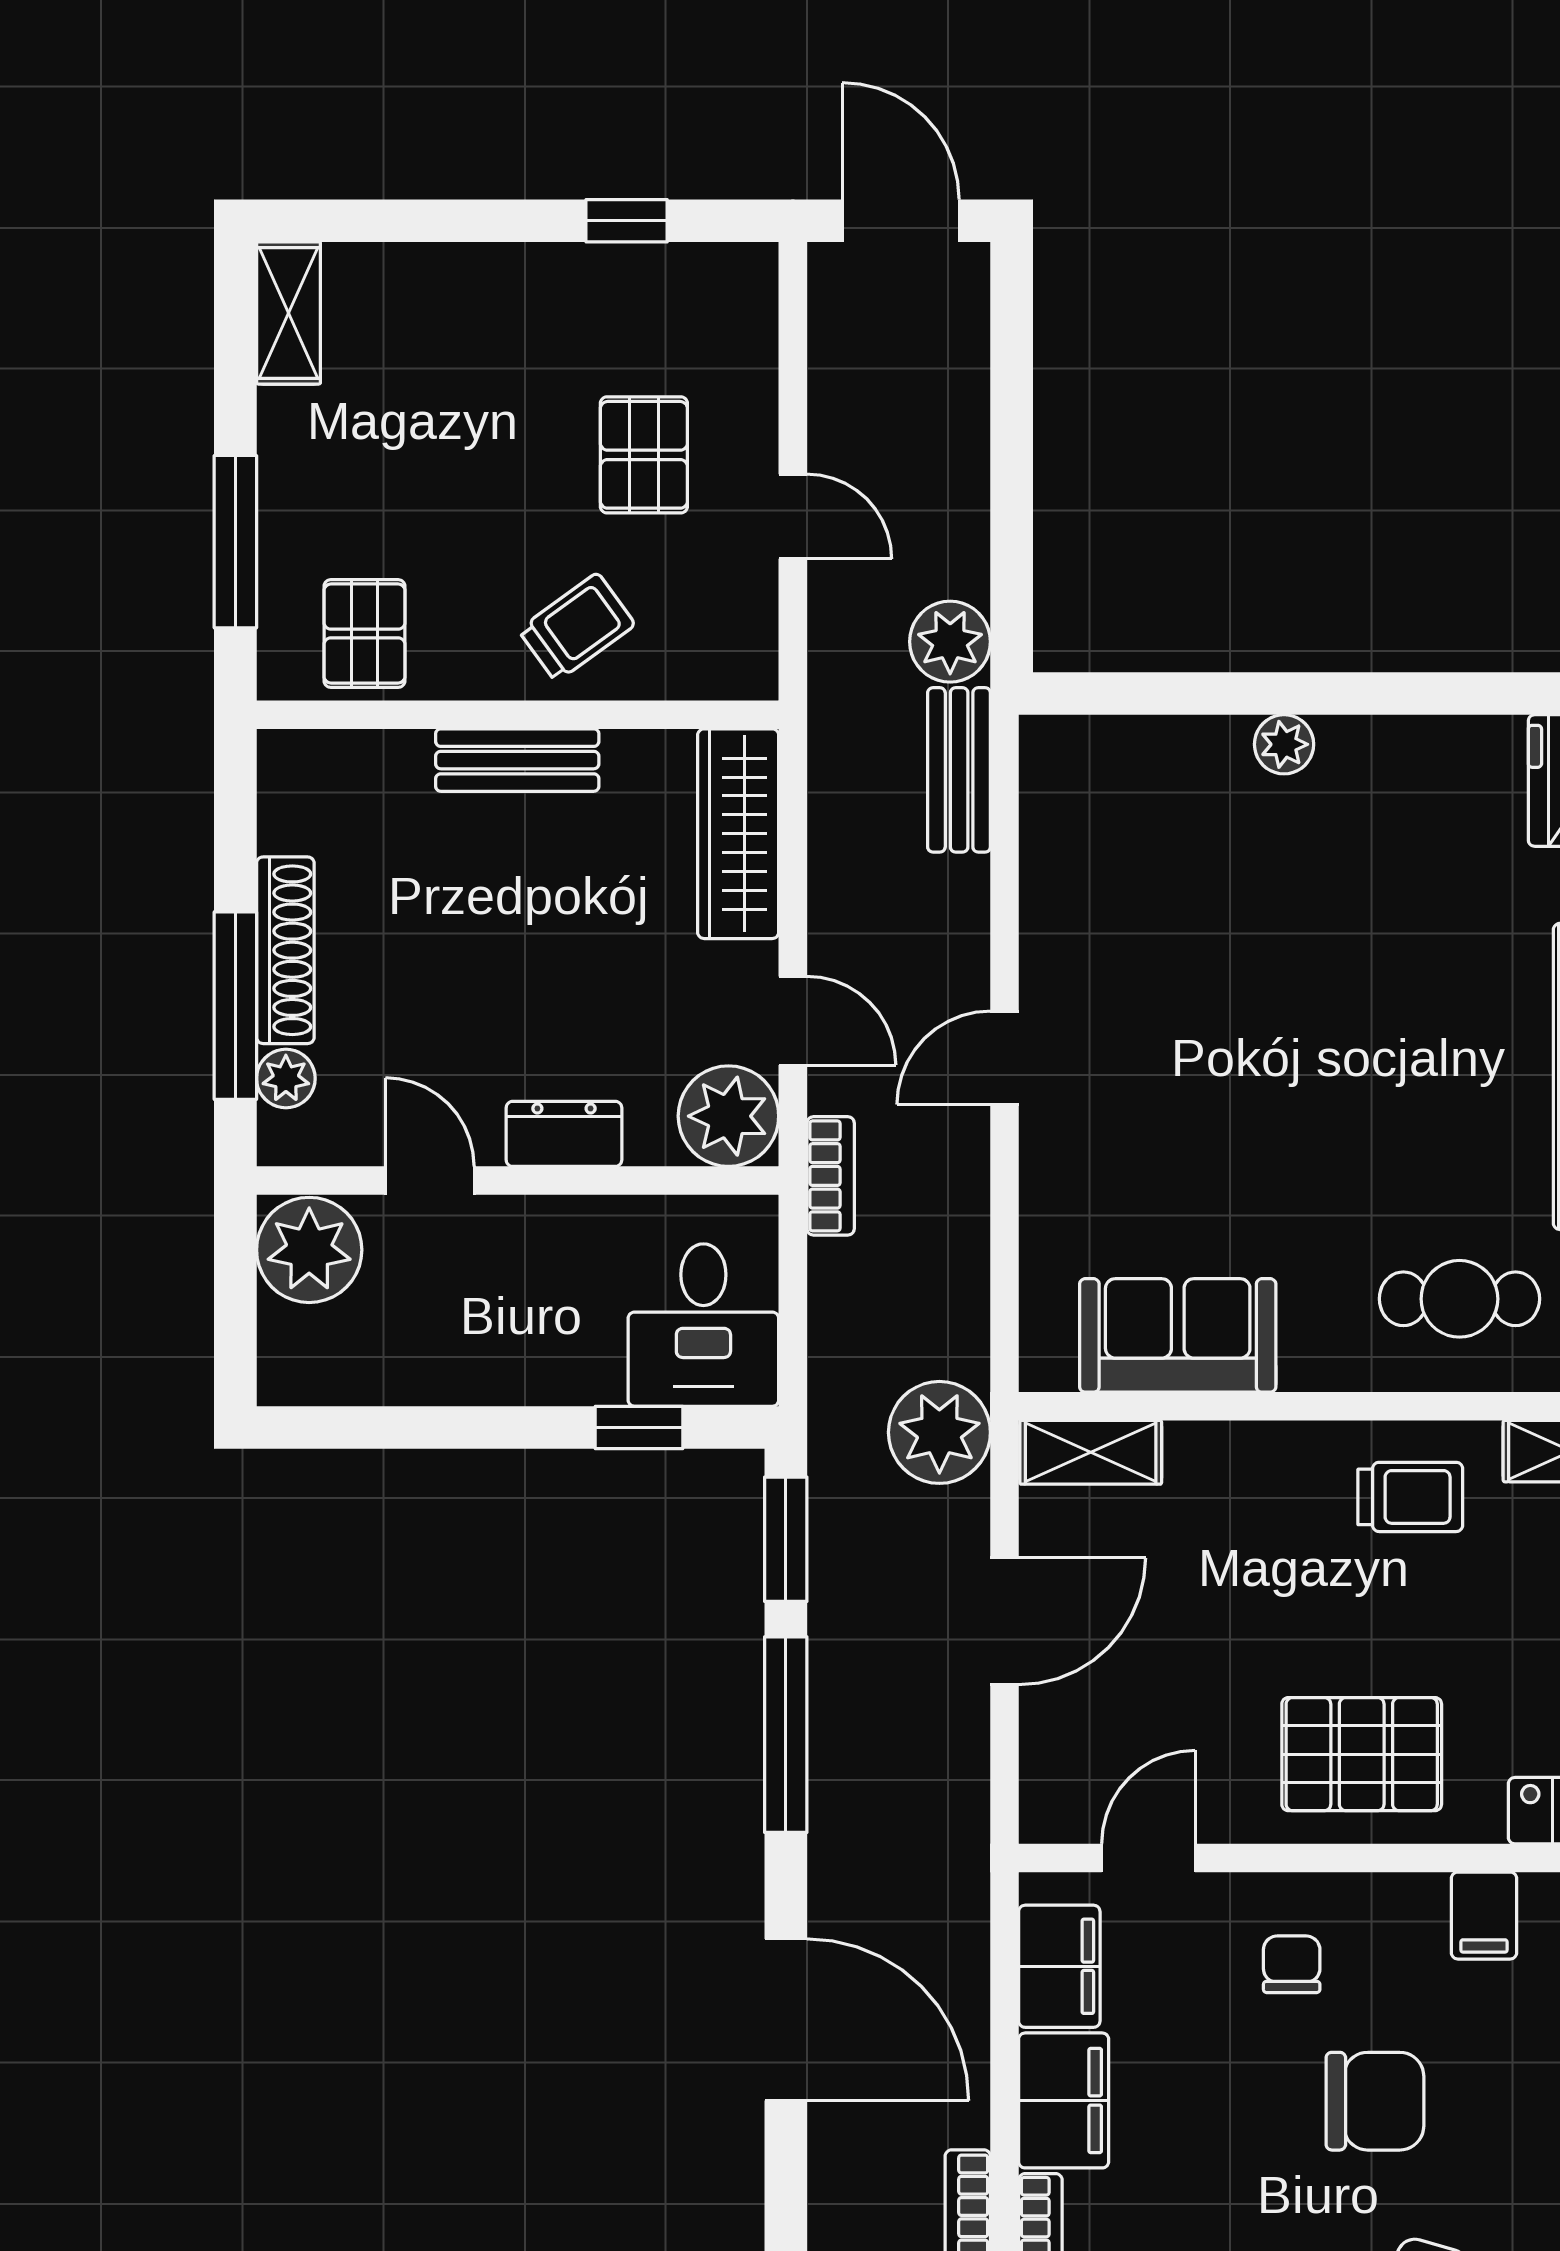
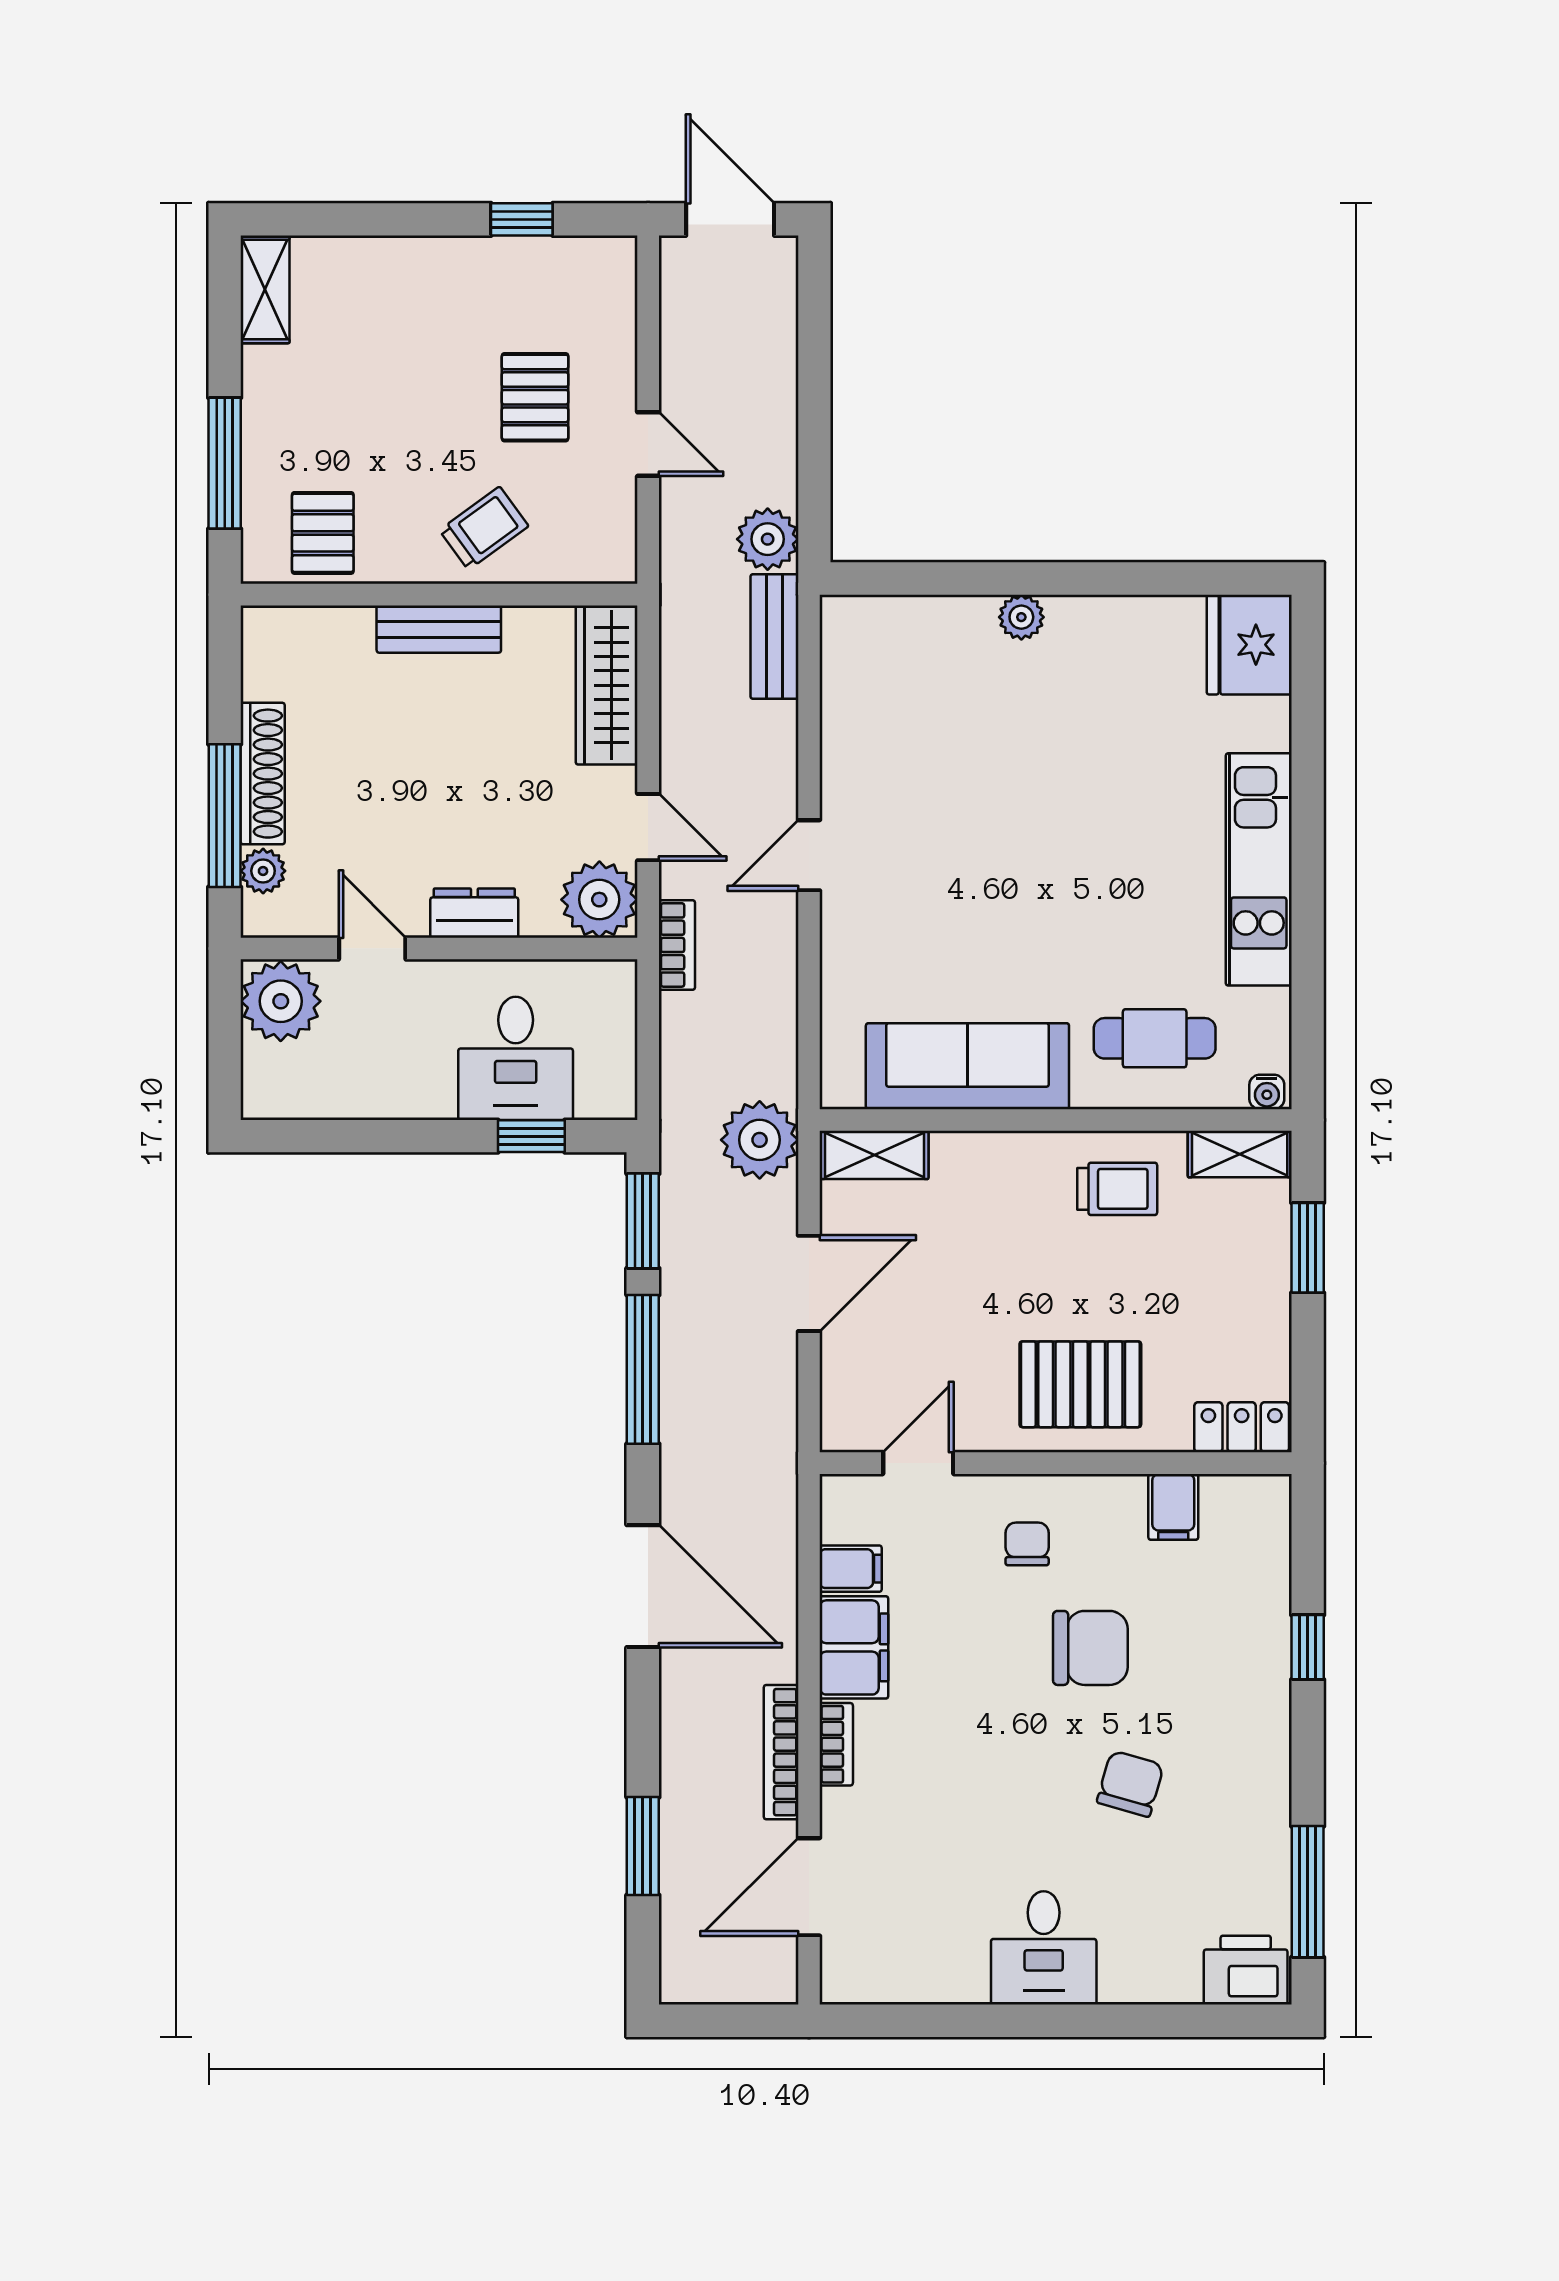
desk: (703, 1325) -> (516, 1058), moved
sofa: (1178, 1335) -> (967, 1066), width x1.36
filing cabinet: (1059, 1966) -> (851, 1569), width x0.50

